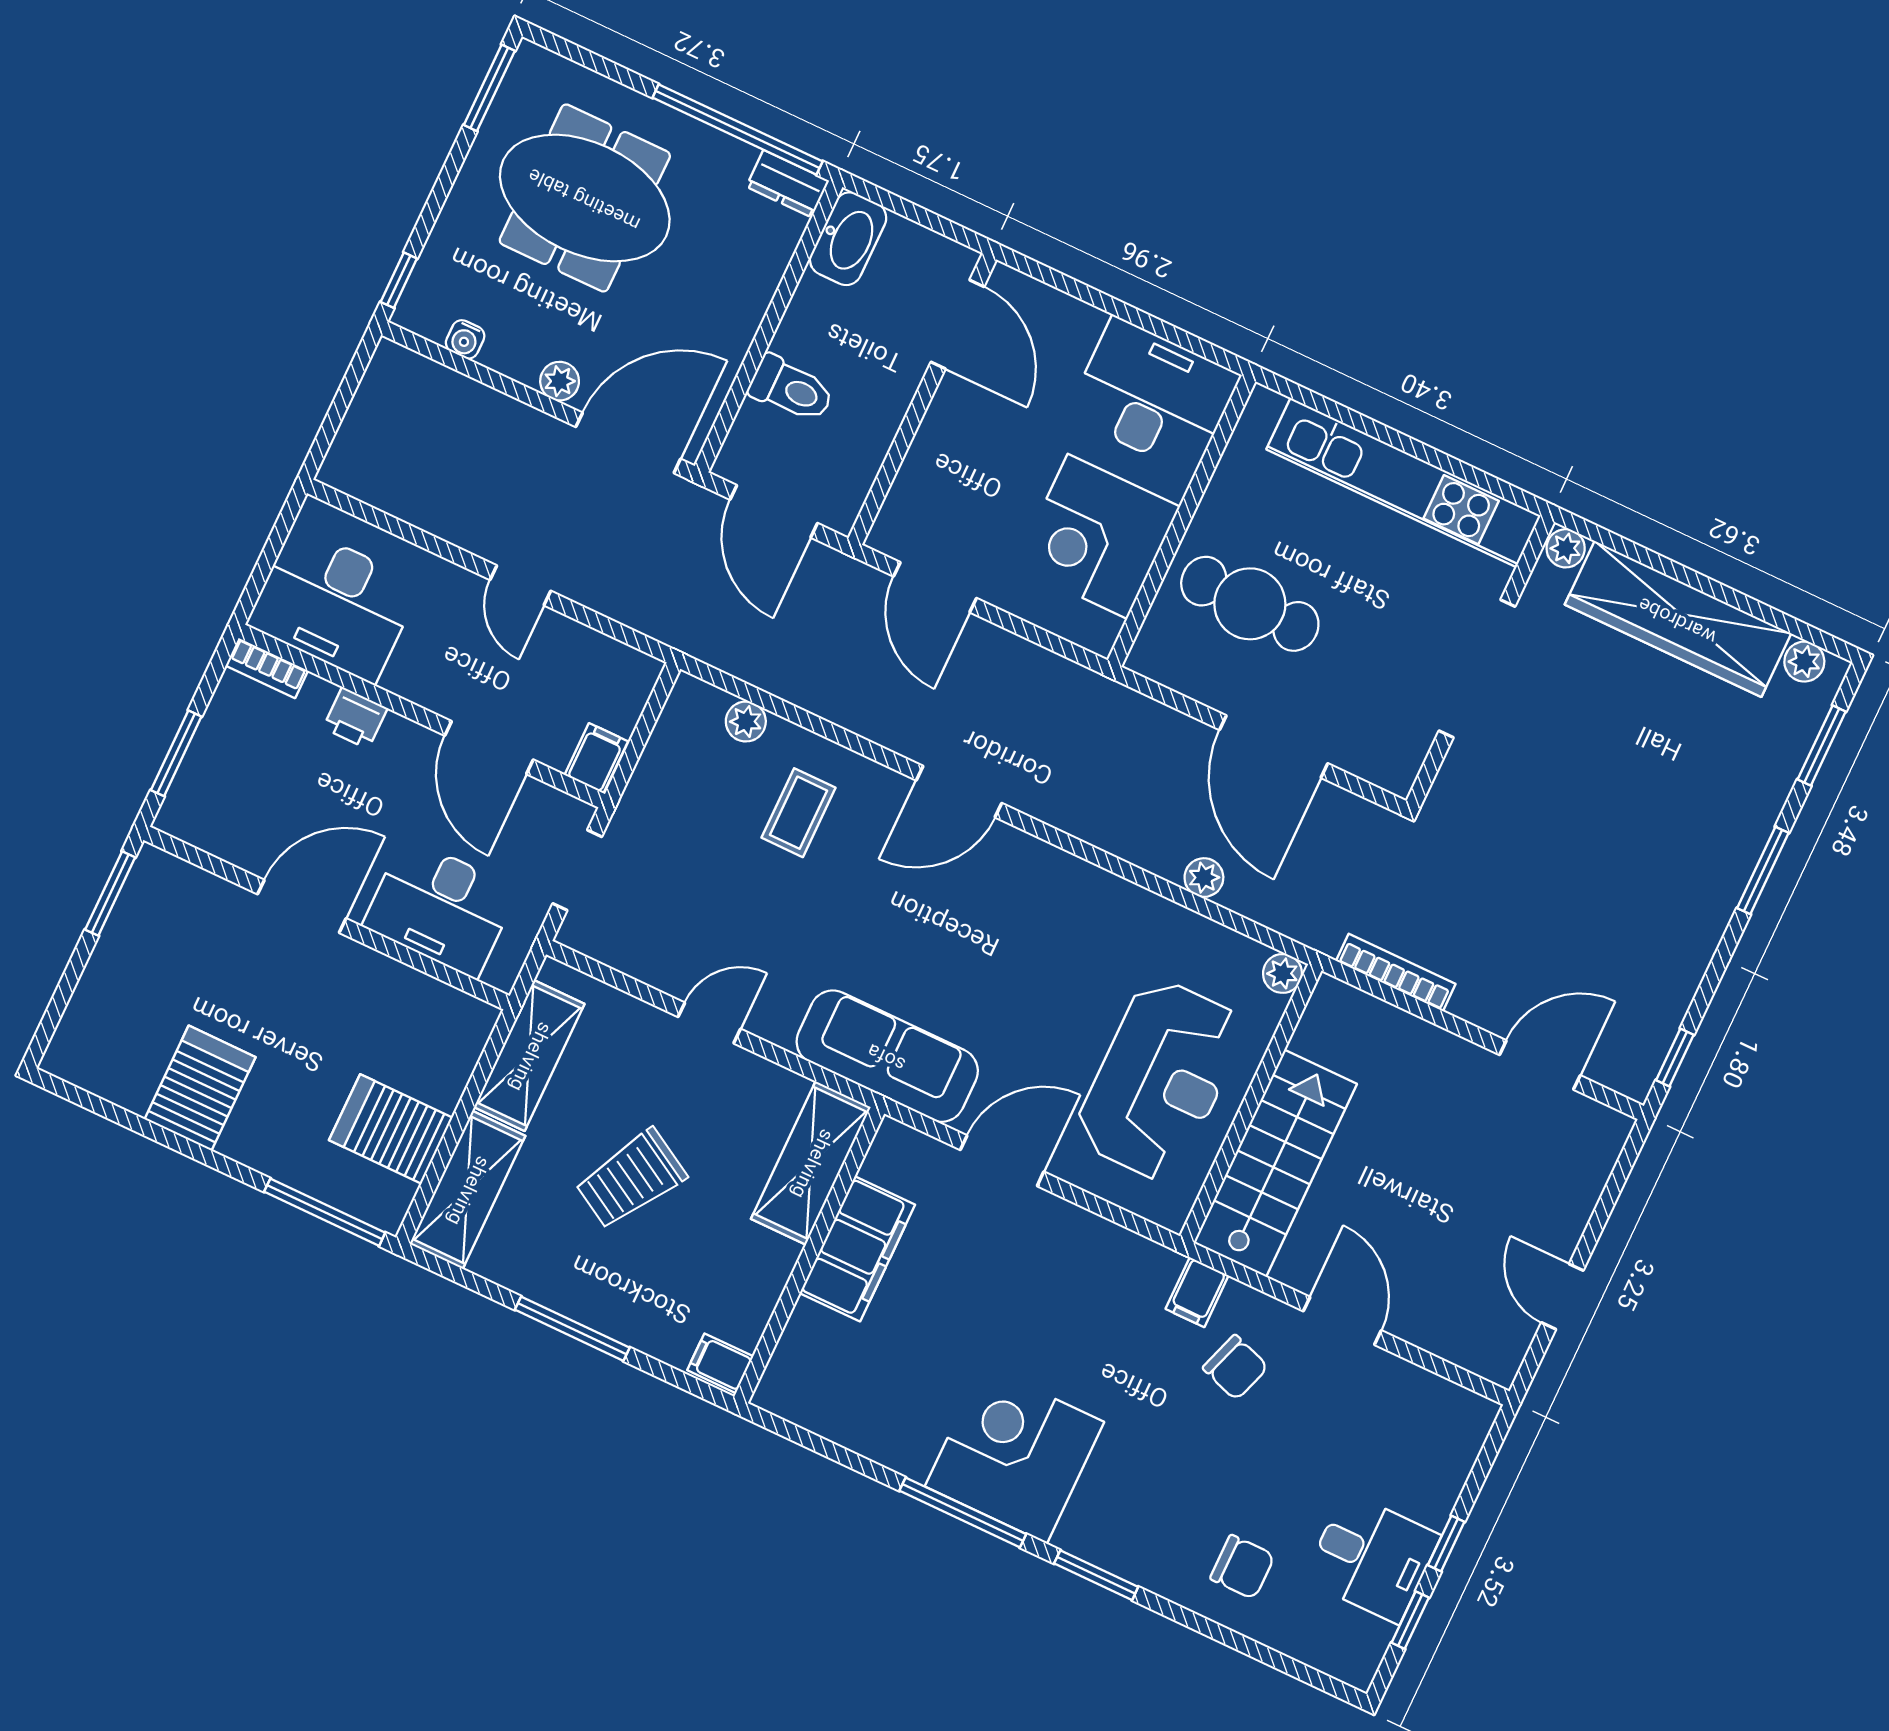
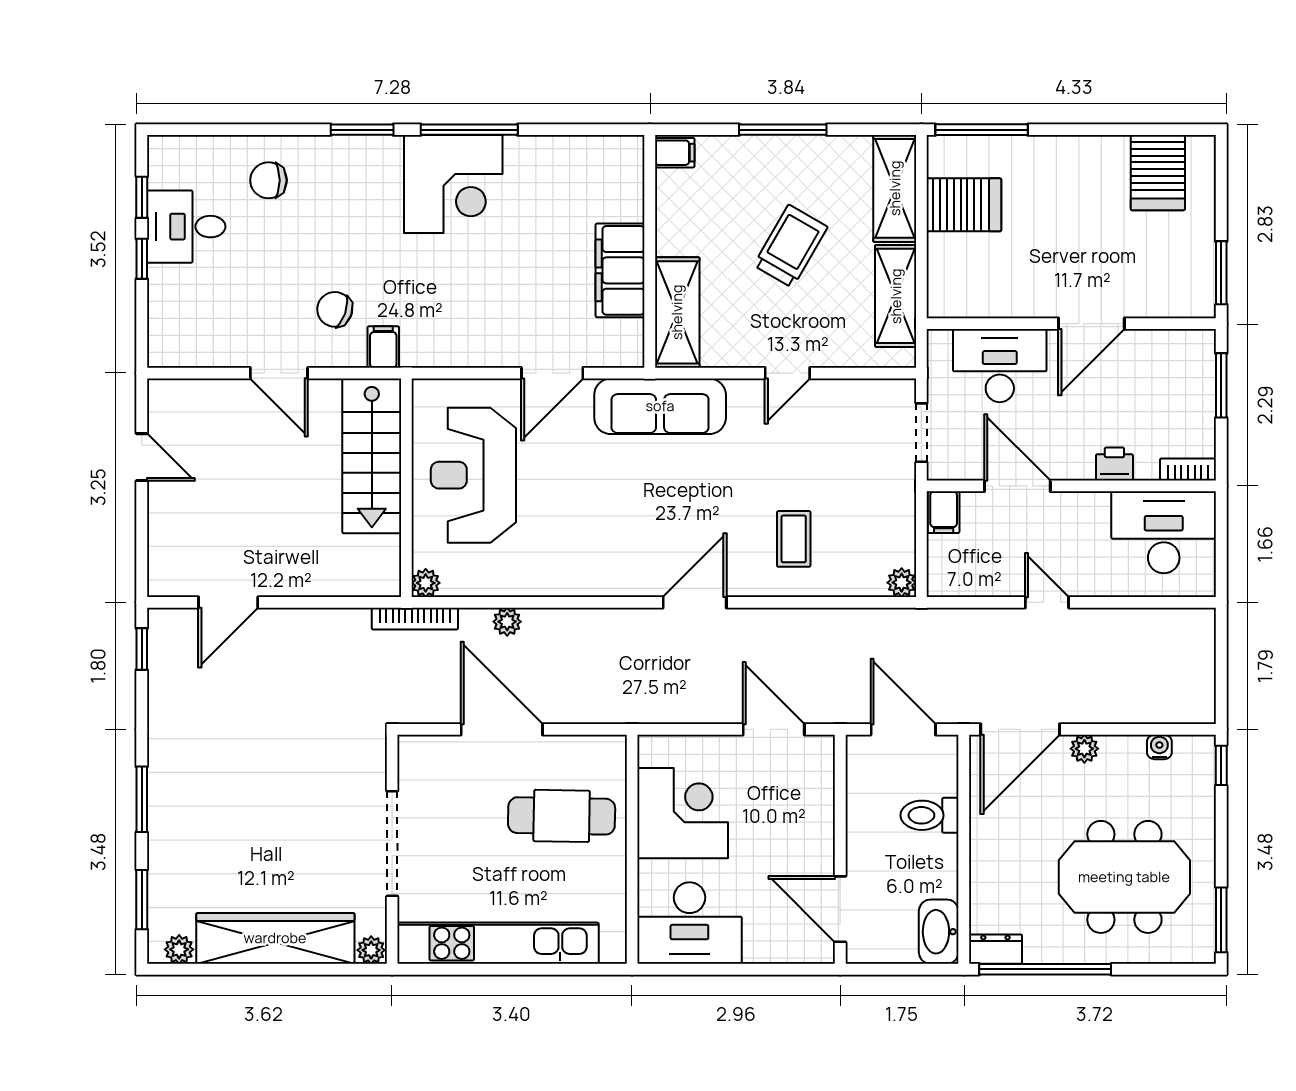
plant: (746, 722) -> (902, 583), moved
bookcase: (1396, 972) -> (415, 619), moved
server rack: (200, 1088) -> (1158, 173), moved

